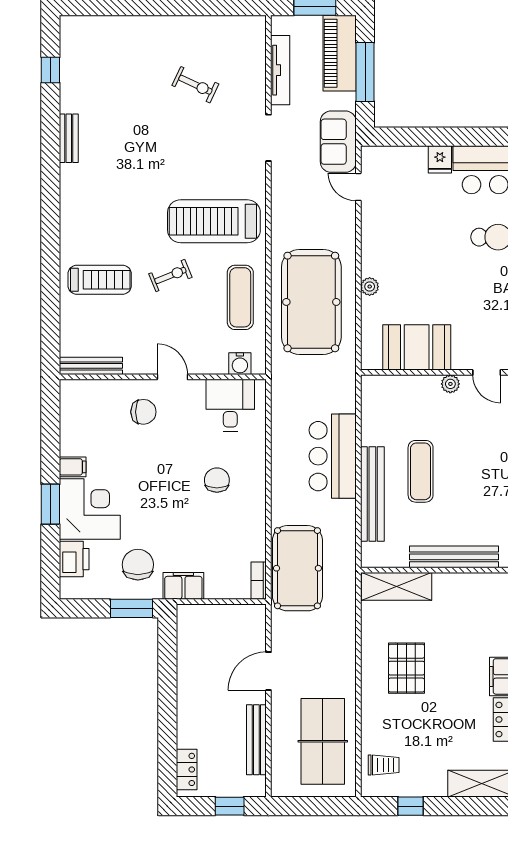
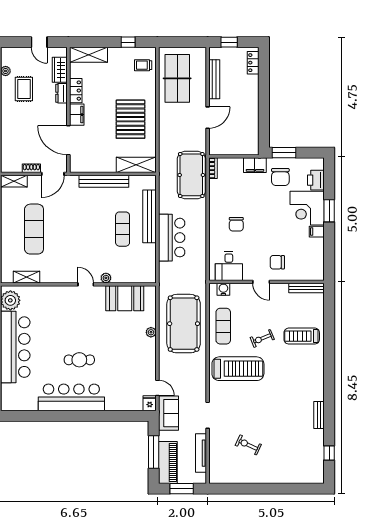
fridge: (440, 159) -> (150, 403), moved
pallet: (406, 668) -> (130, 119), width x1.37, depth x1.41

